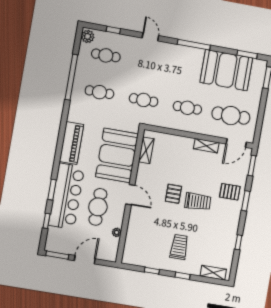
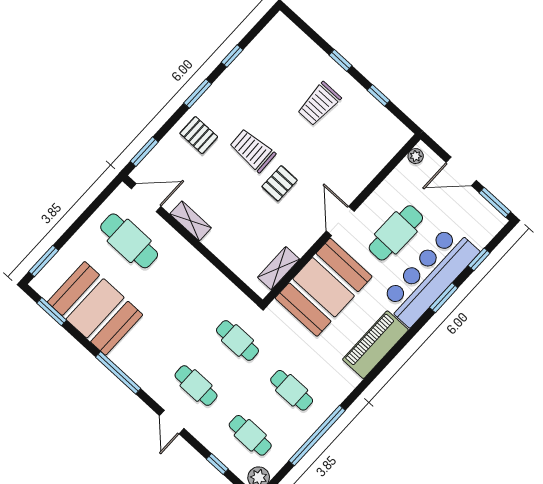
cafe table: (187, 108) -> (196, 386), moved
window: (246, 201) -> (198, 94), moved
plant: (117, 232) -> (416, 156), moved
shelving: (213, 273) -> (295, 36), removed

